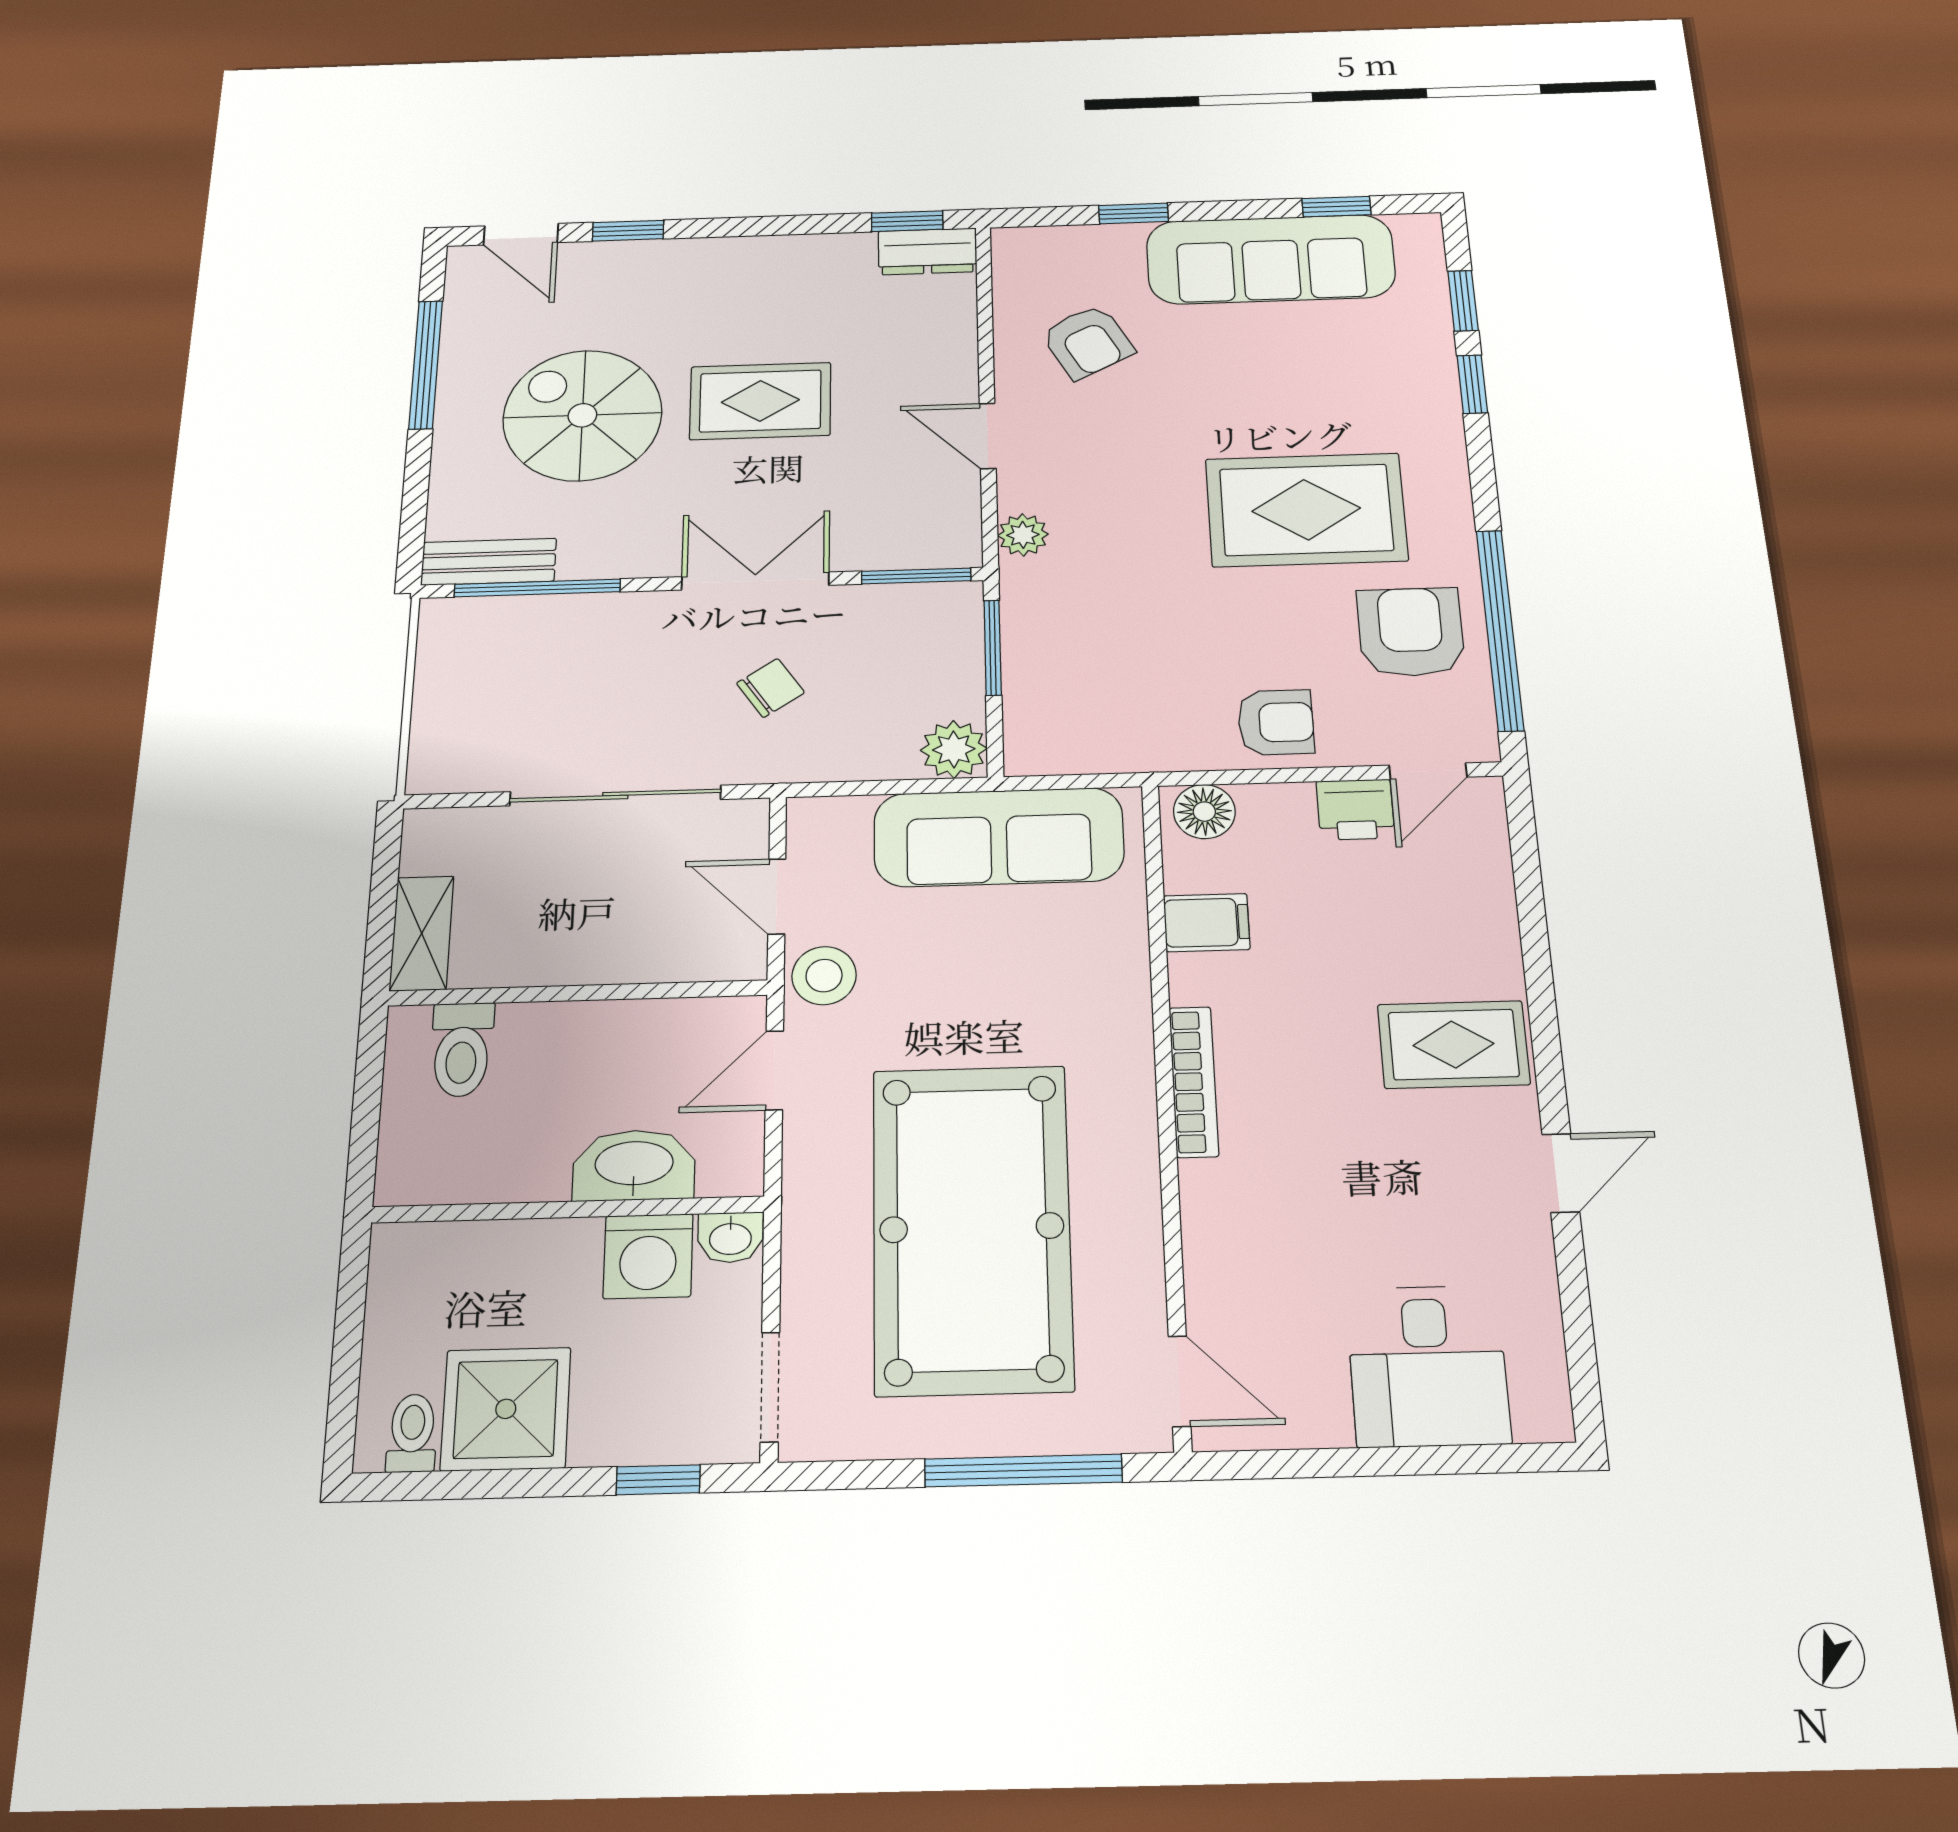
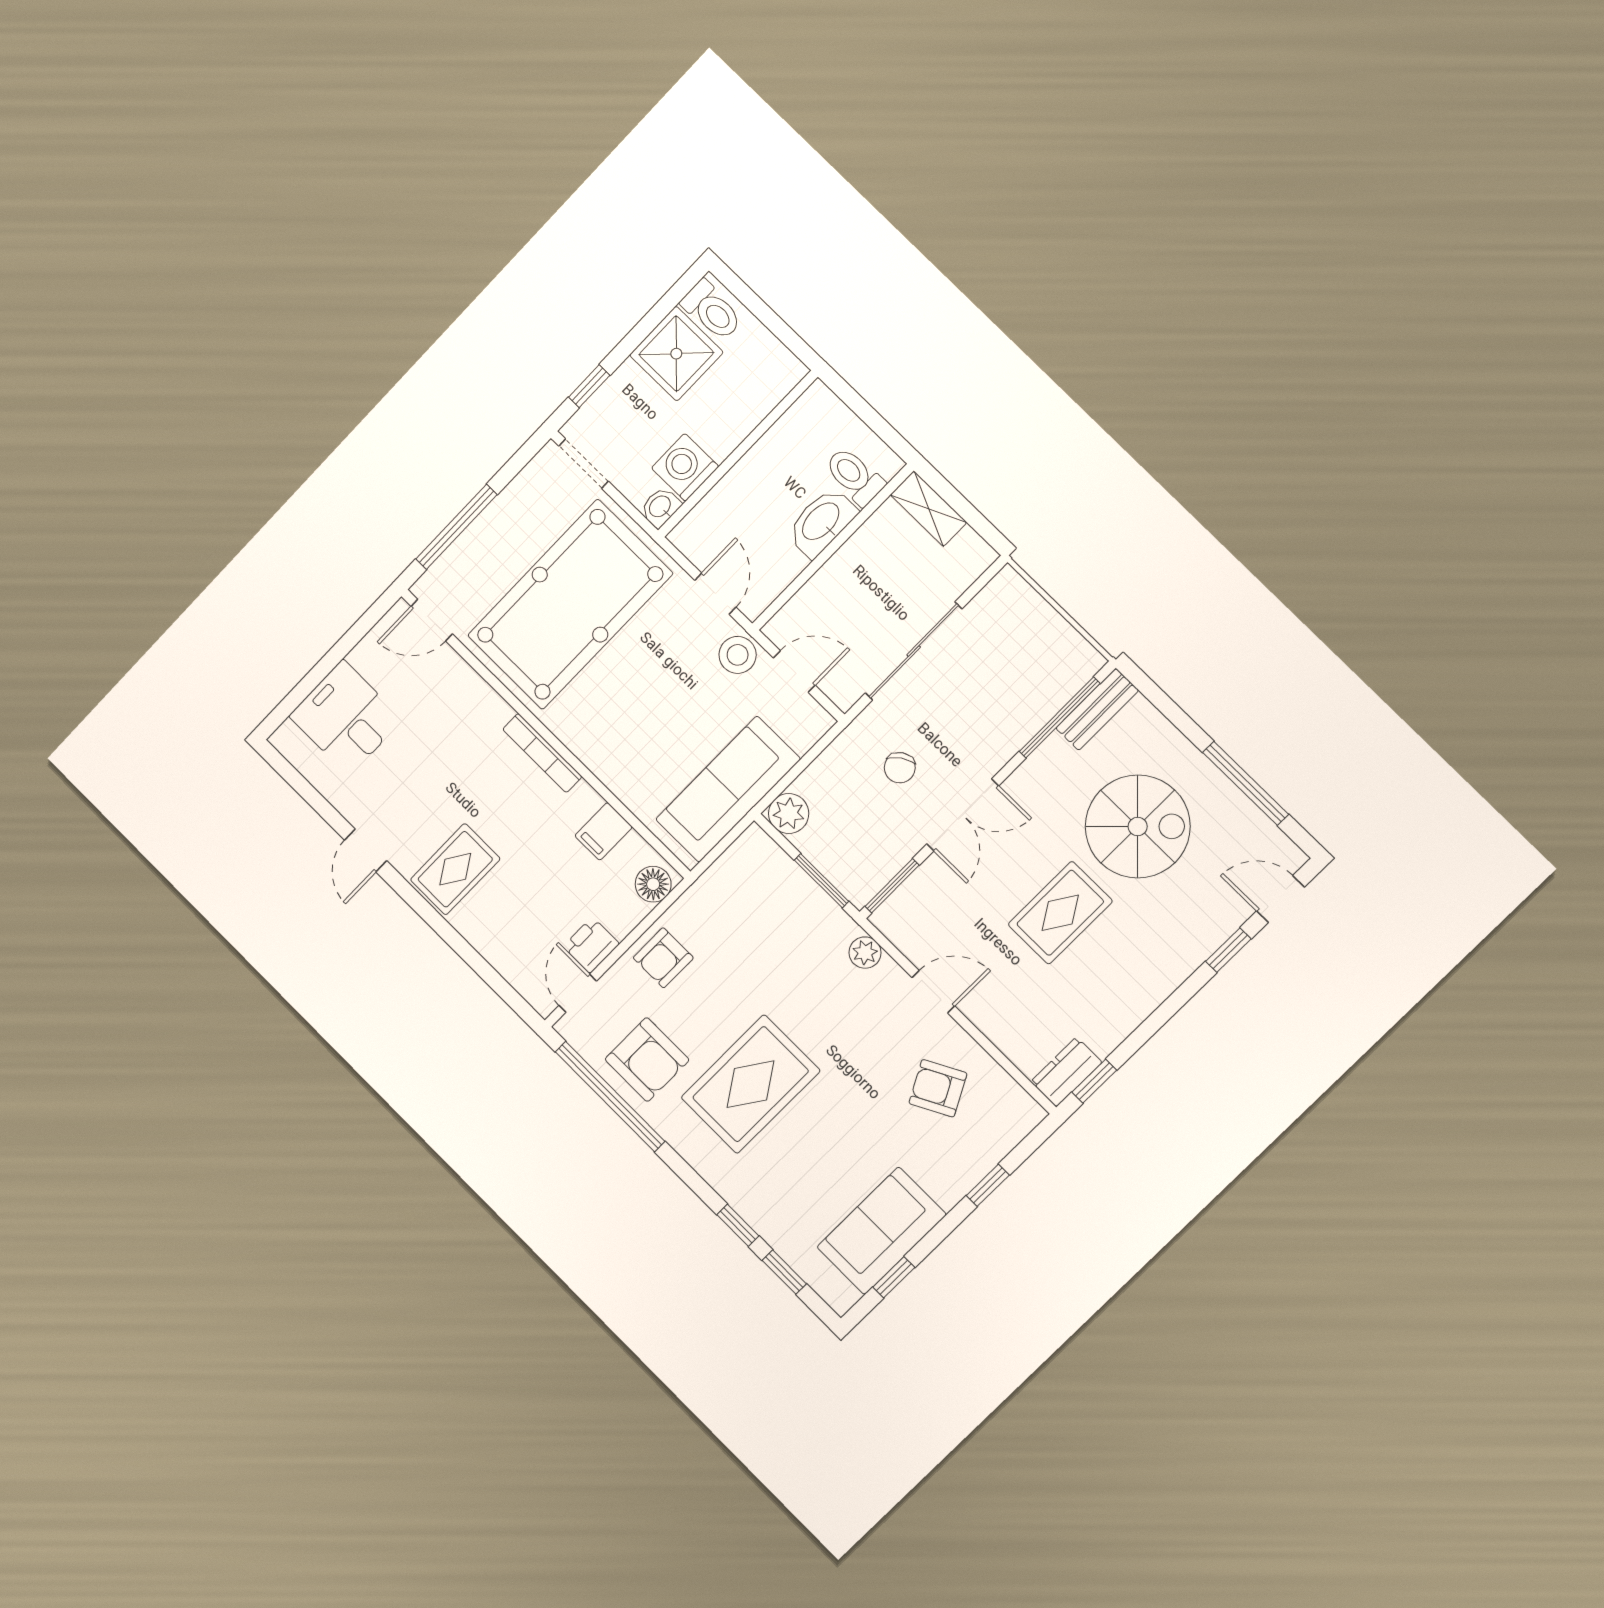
sofa: (1271, 259) -> (882, 1231), width x0.73
washbasin: (634, 1165) -> (822, 522), moved, turned 180
pool table: (972, 1228) -> (570, 605), turned 90
toilet: (412, 1433) -> (712, 311), width x1.37, depth x1.39

